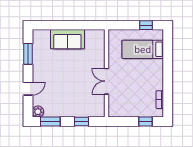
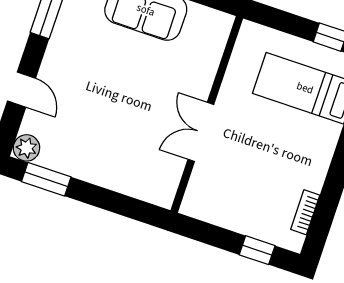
door: (28, 89) -> (21, 90), hinge flipped
window: (82, 122) -> (116, 203), removed

